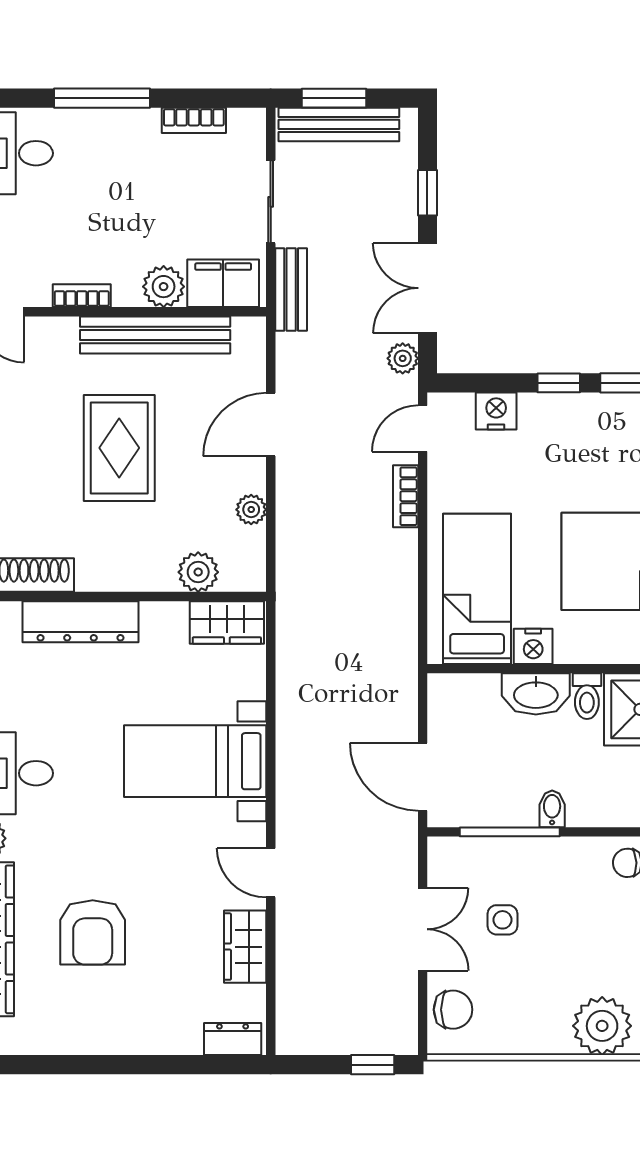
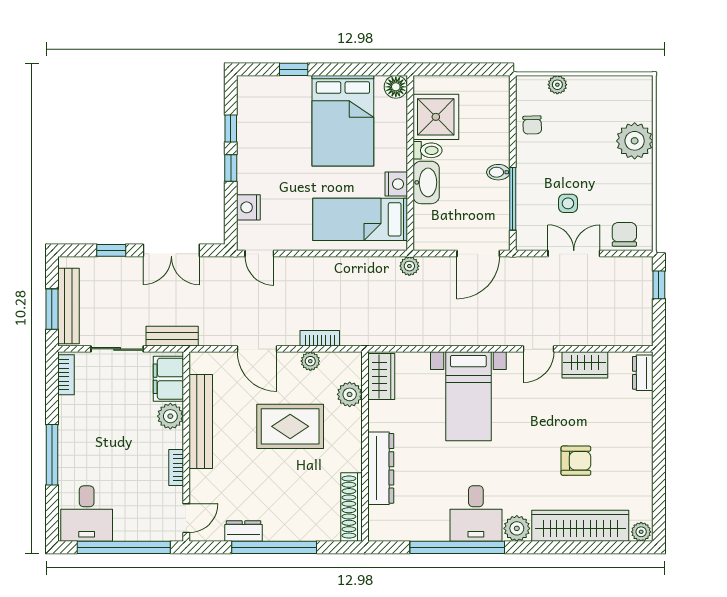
bookcase: (194, 120) -> (66, 375), moved
plant: (403, 358) -> (409, 266), moved
rug: (119, 448) -> (290, 426), moved
bookcase: (406, 496) -> (320, 338), moved, turned 180
armchair: (93, 932) -> (576, 461), width x0.72, depth x0.72

